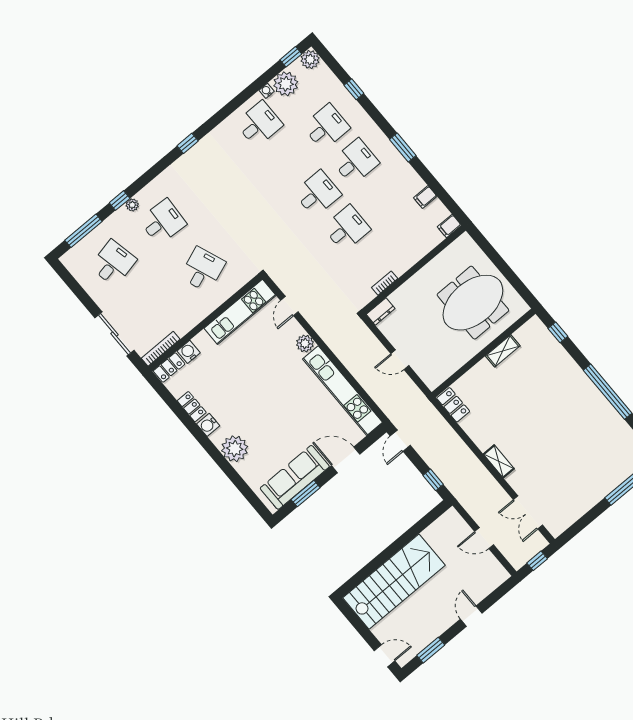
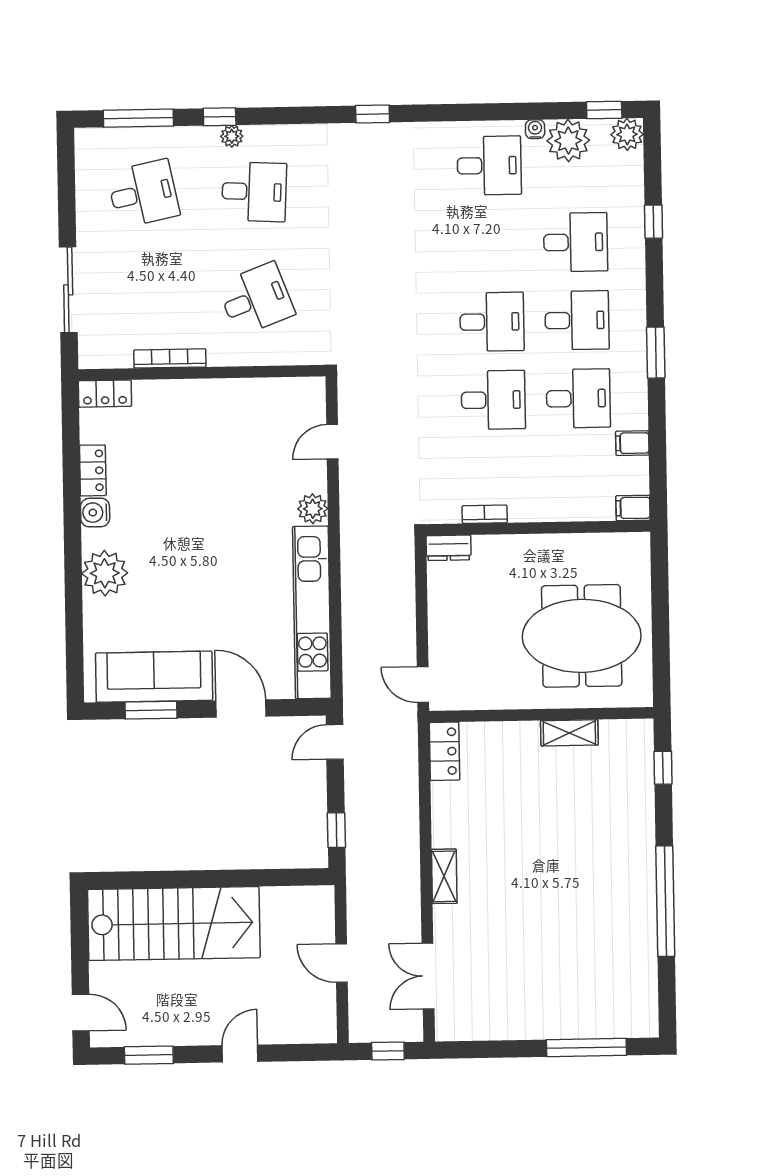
desk: (385, 197) -> (578, 398), added
kitchen unit: (240, 312) -> (260, 396), removed
bookcase: (161, 349) -> (170, 358), moved
water cooler: (189, 352) -> (148, 394), removed
door: (400, 360) -> (423, 685), moved

